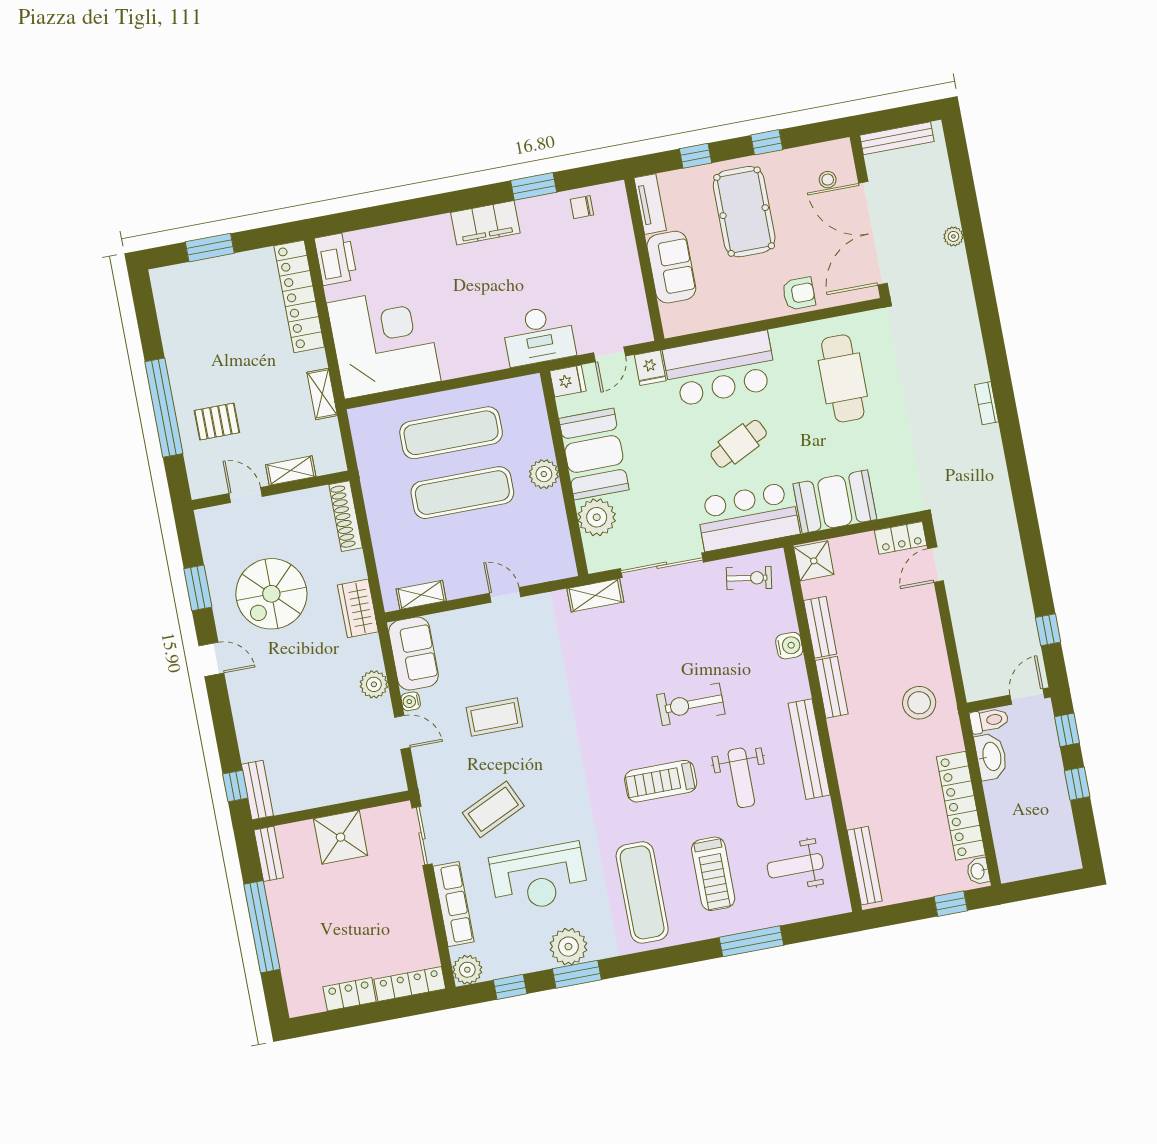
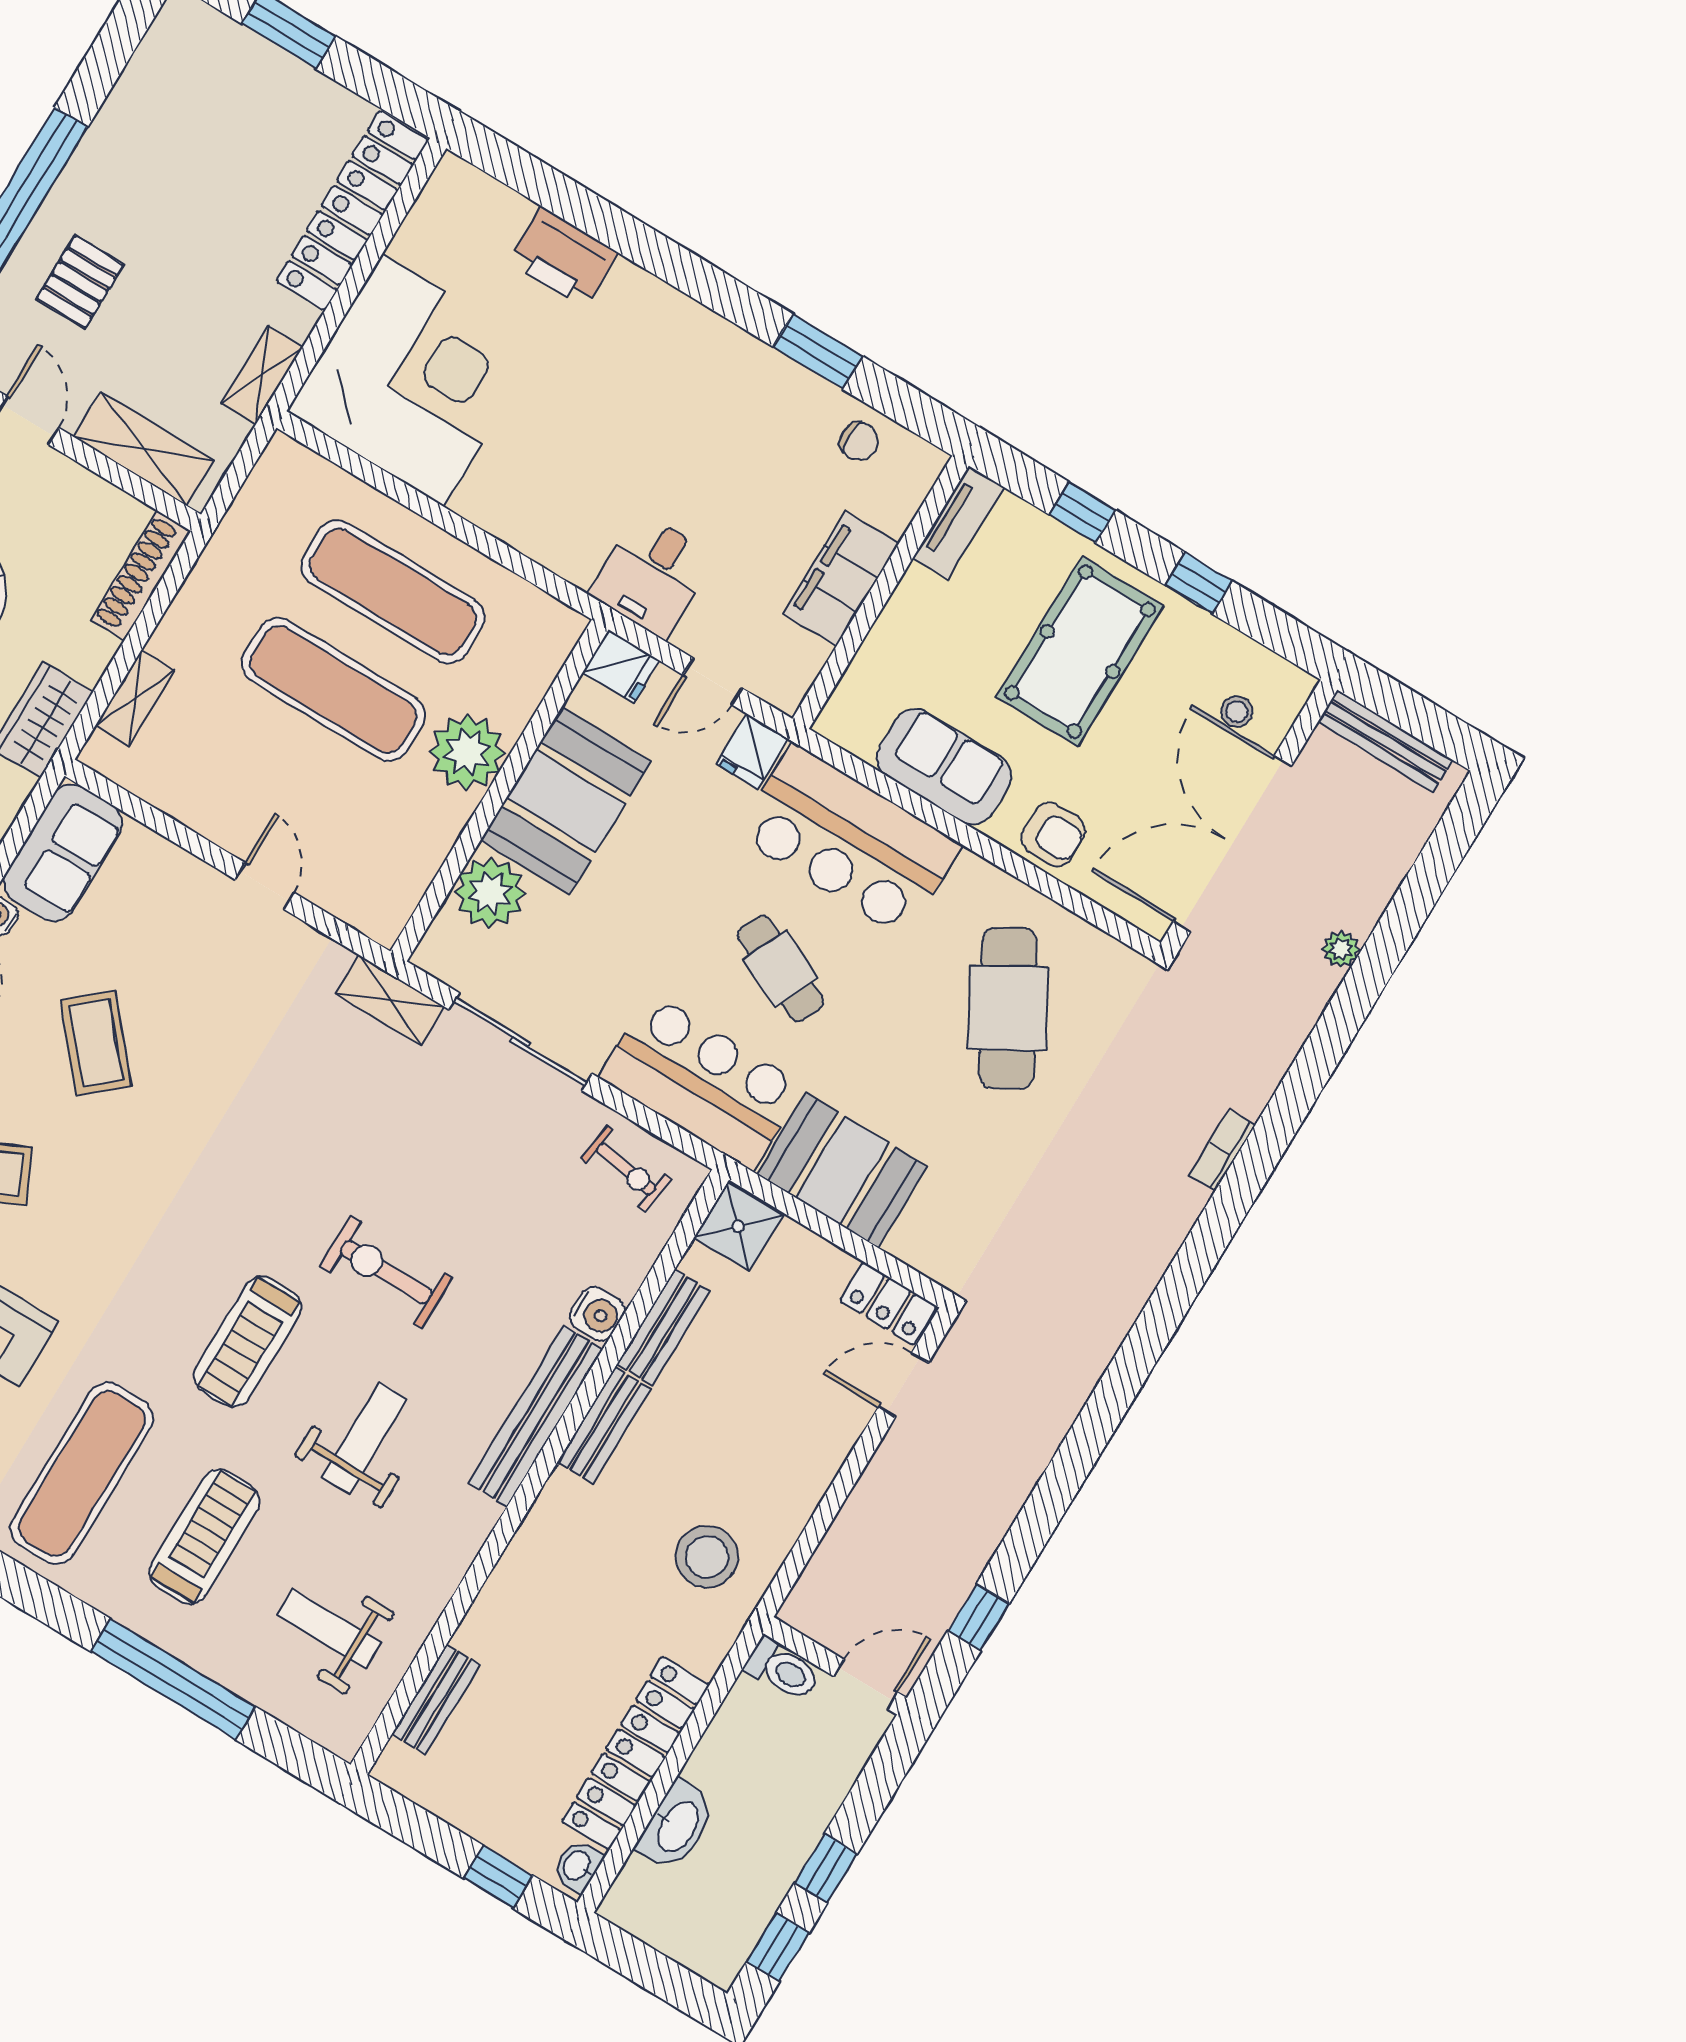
chair: (582, 207) -> (859, 441), turned 180
filing cabinet: (485, 223) -> (841, 579), moved, turned 90
printer: (336, 259) -> (563, 257), moved, turned 90
sofa: (671, 267) -> (944, 767), moved, turned -90
desk: (539, 336) -> (652, 575), width x0.73
cafe table: (843, 378) -> (1008, 1008), turned -30
bookcase: (987, 403) -> (1222, 1150), moved
pallet: (217, 422) -> (80, 282), turned 90
cafe table: (739, 444) -> (781, 969), turned 51
shelving: (291, 471) -> (144, 449), width x1.50, depth x1.33
plant: (544, 474) -> (467, 752), width x1.36, depth x1.36
shelving: (421, 595) -> (135, 698), moved, turned 90
coffee table: (494, 717) -> (96, 1043), turned 49
window: (1067, 730) -> (778, 1947), moved
bench: (809, 749) -> (536, 1416), moved
washbasin: (991, 757) -> (677, 1826), moved
weight bench: (741, 778) -> (364, 1438), turned 180
treadmill: (661, 781) -> (247, 1342), turned -90
bench: (865, 866) -> (436, 1699), width x0.73
treadmill: (713, 874) -> (204, 1537), turned 180
window: (751, 941) -> (173, 1679), width x1.46

